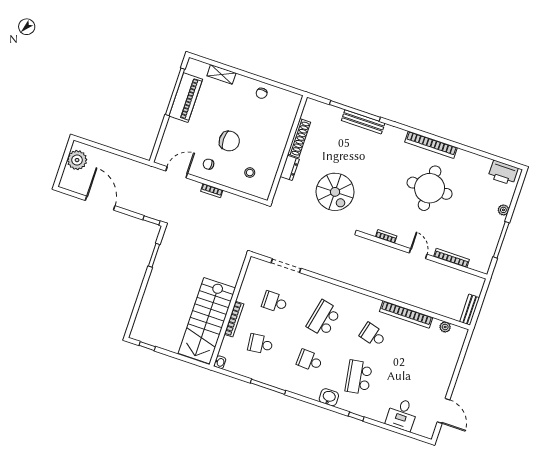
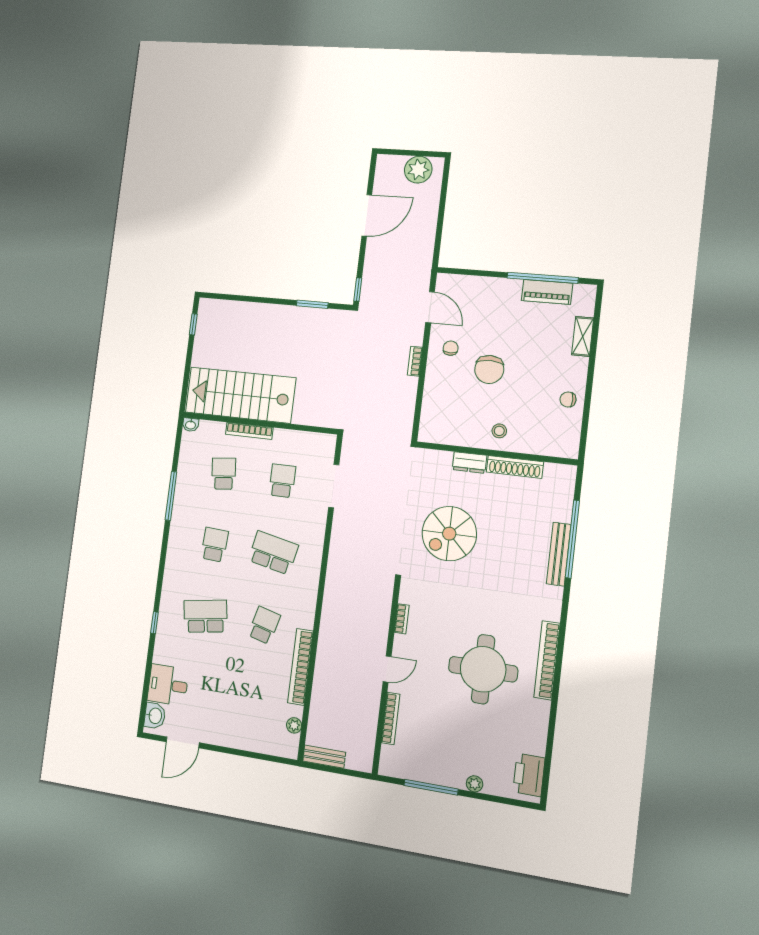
piano: (186, 98) -> (547, 292), width x0.73, depth x0.75
stool: (250, 173) -> (499, 431), moved
washbasin: (329, 397) -> (155, 716), moved

